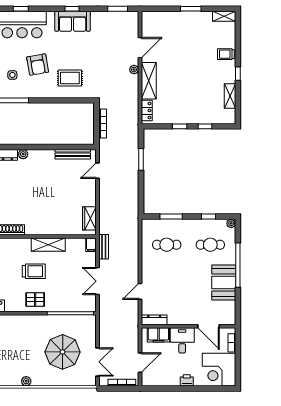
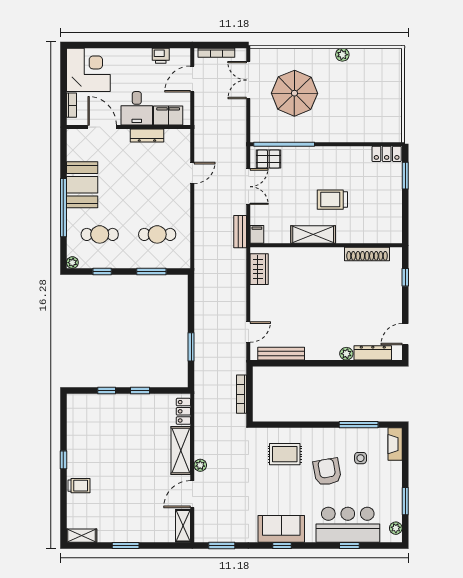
shelving: (230, 96) -> (183, 526), moved
pallet: (35, 300) -> (268, 159), moved
dresser: (154, 320) -> (147, 135), moved
printer: (187, 380) -> (161, 56), moved

